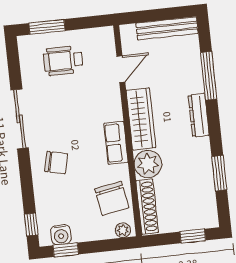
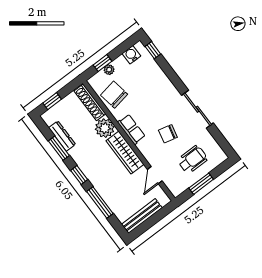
window: (47, 27) -> (201, 184), moved
dresser: (199, 115) -> (62, 136), moved
window: (214, 125) -> (79, 175), added
chair: (56, 163) -> (168, 134), moved
plant: (123, 230) -> (109, 70), moved
window: (66, 250) -> (102, 63), moved

